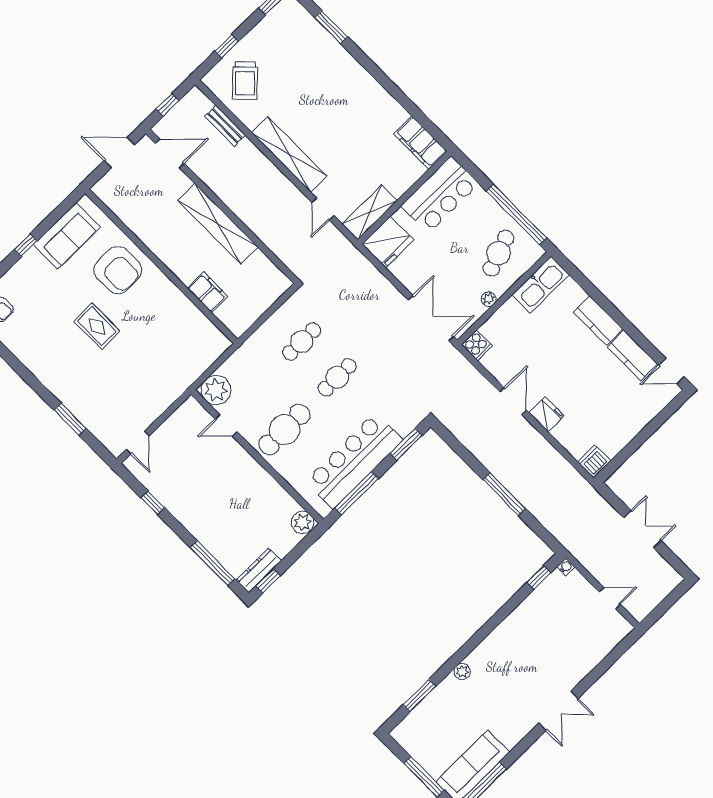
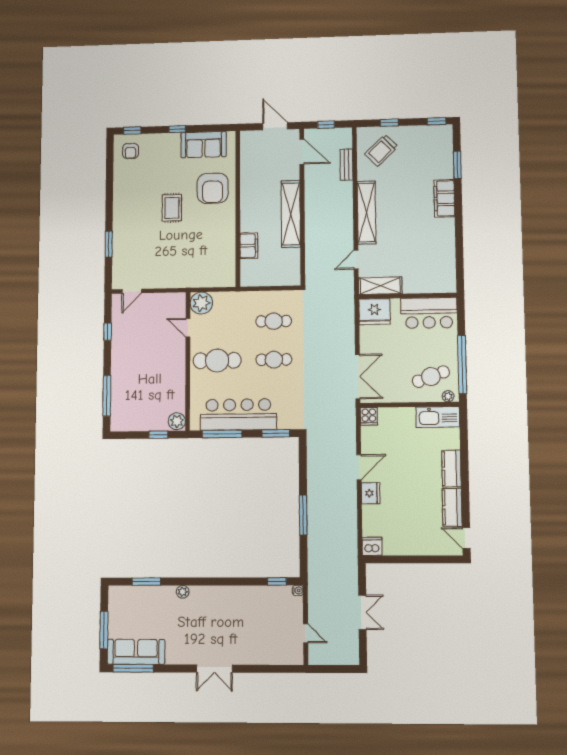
filing cabinet: (420, 143) -> (444, 198), moved
plant: (489, 299) -> (448, 396), moved
dresser: (259, 570) -> (128, 424), removed
window: (268, 581) -> (158, 435), moved

